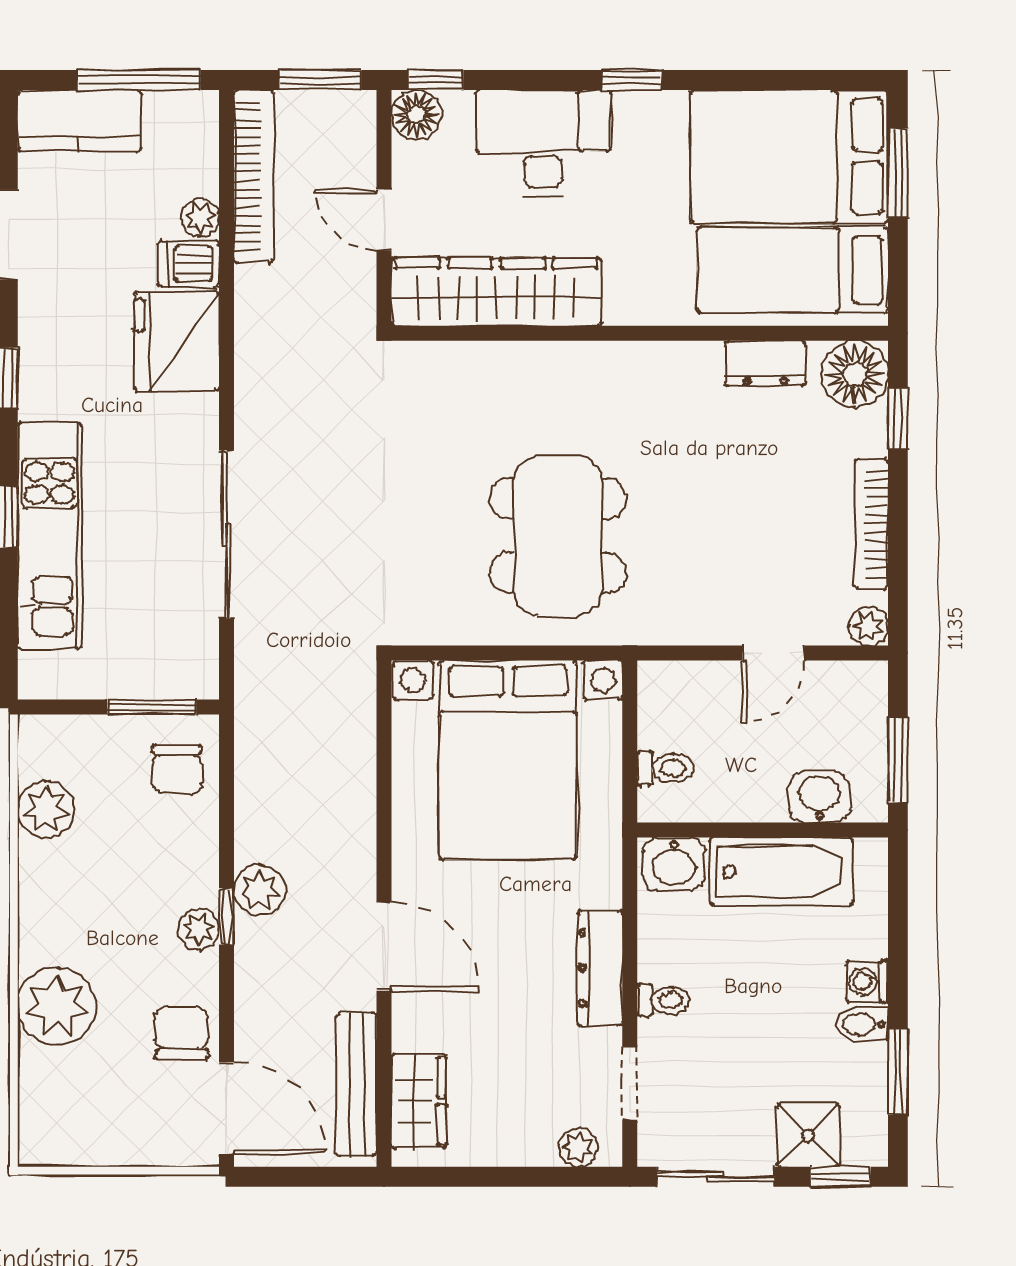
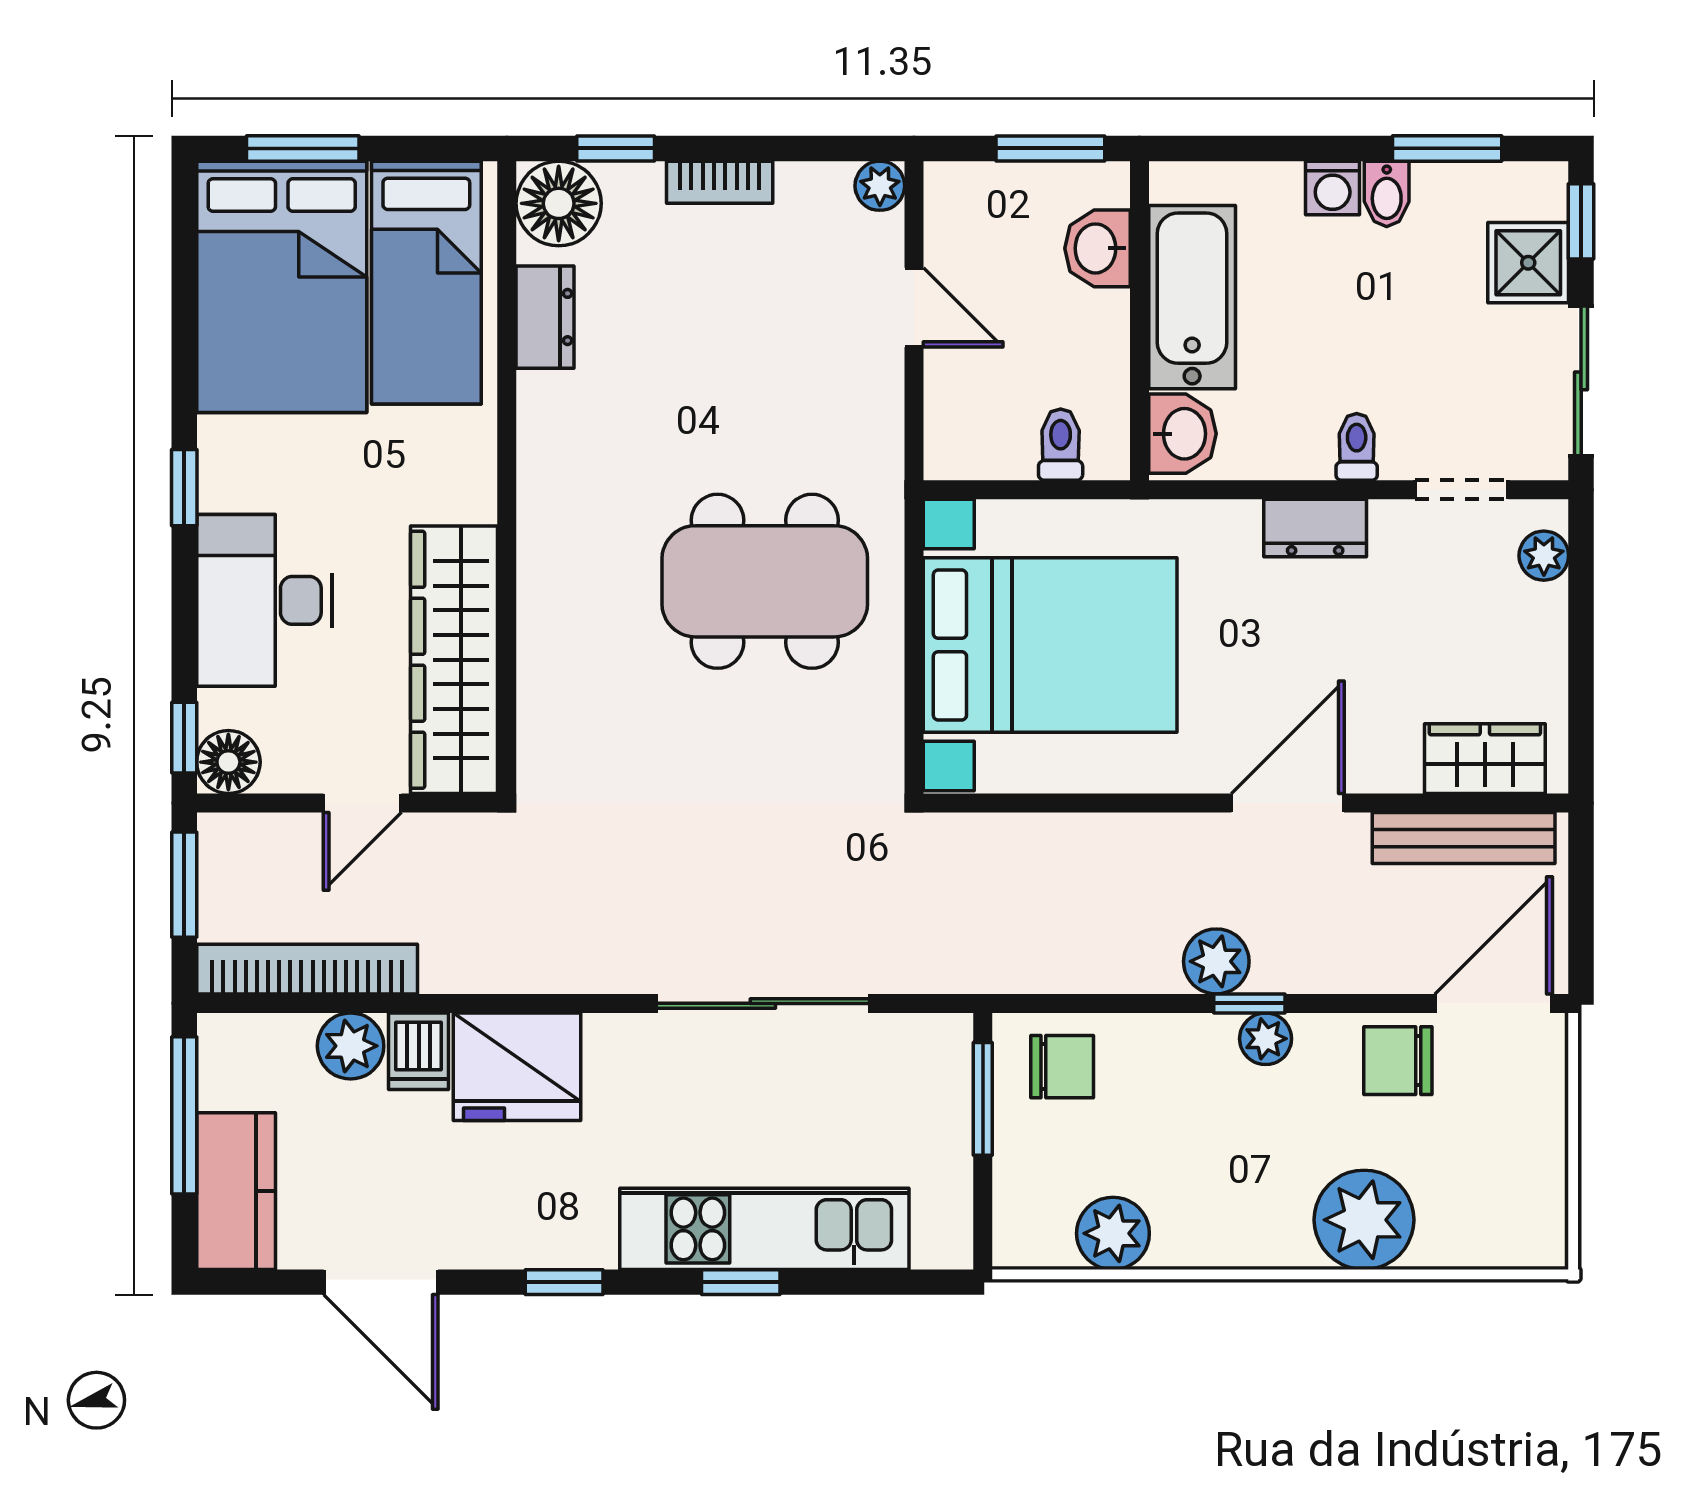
plant: (200, 218) -> (351, 1046), width x1.38, depth x1.38
bookcase: (871, 524) -> (720, 182), width x0.64
dresser: (600, 968) -> (1315, 528), width x0.70

